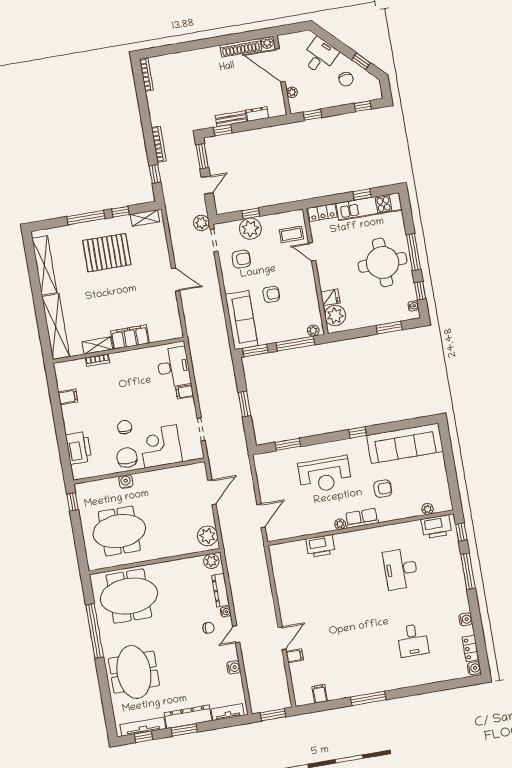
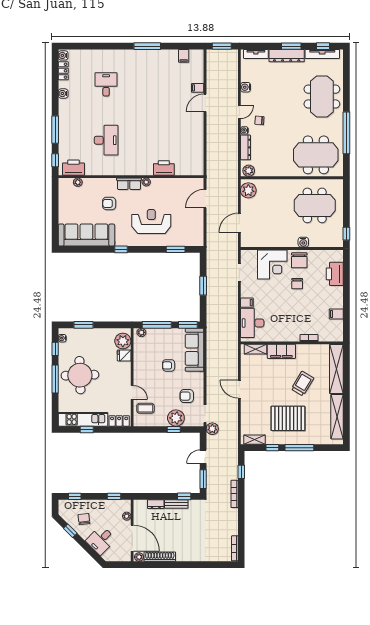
trolley: (96, 300) -> (302, 384), added
shelving: (97, 346) -> (256, 349), moved

